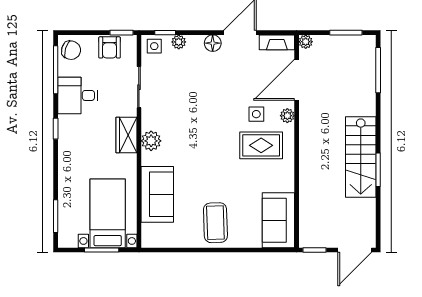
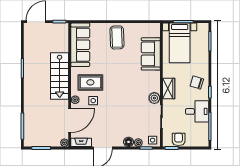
floor lamp: (213, 43) -> (129, 142), moved
chair: (71, 50) -> (197, 82), moved
plant: (151, 141) -> (154, 98), moved
stairs: (361, 157) -> (60, 76), moved, turned 180
sofa: (278, 220) -> (80, 45), width x1.36

